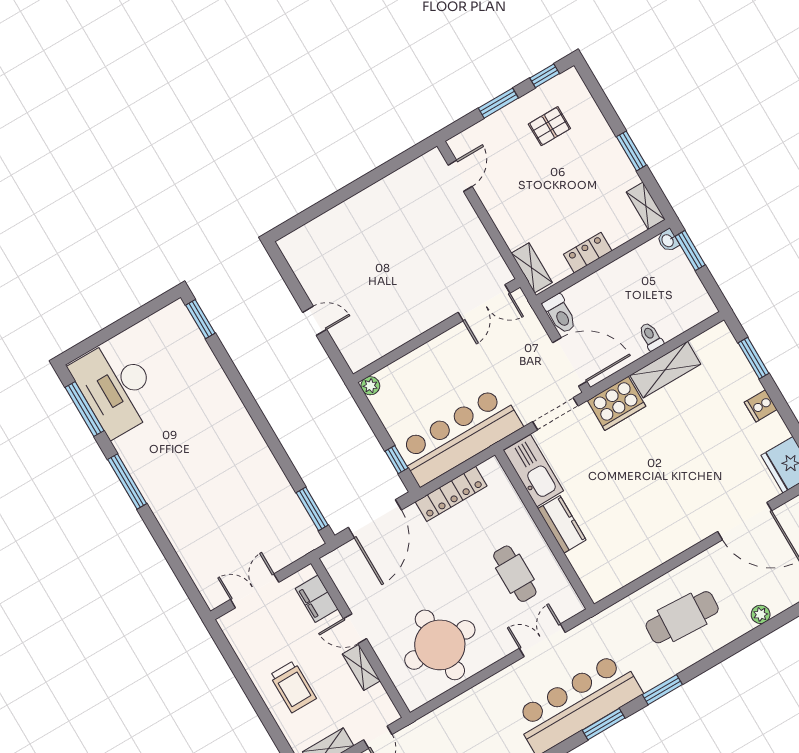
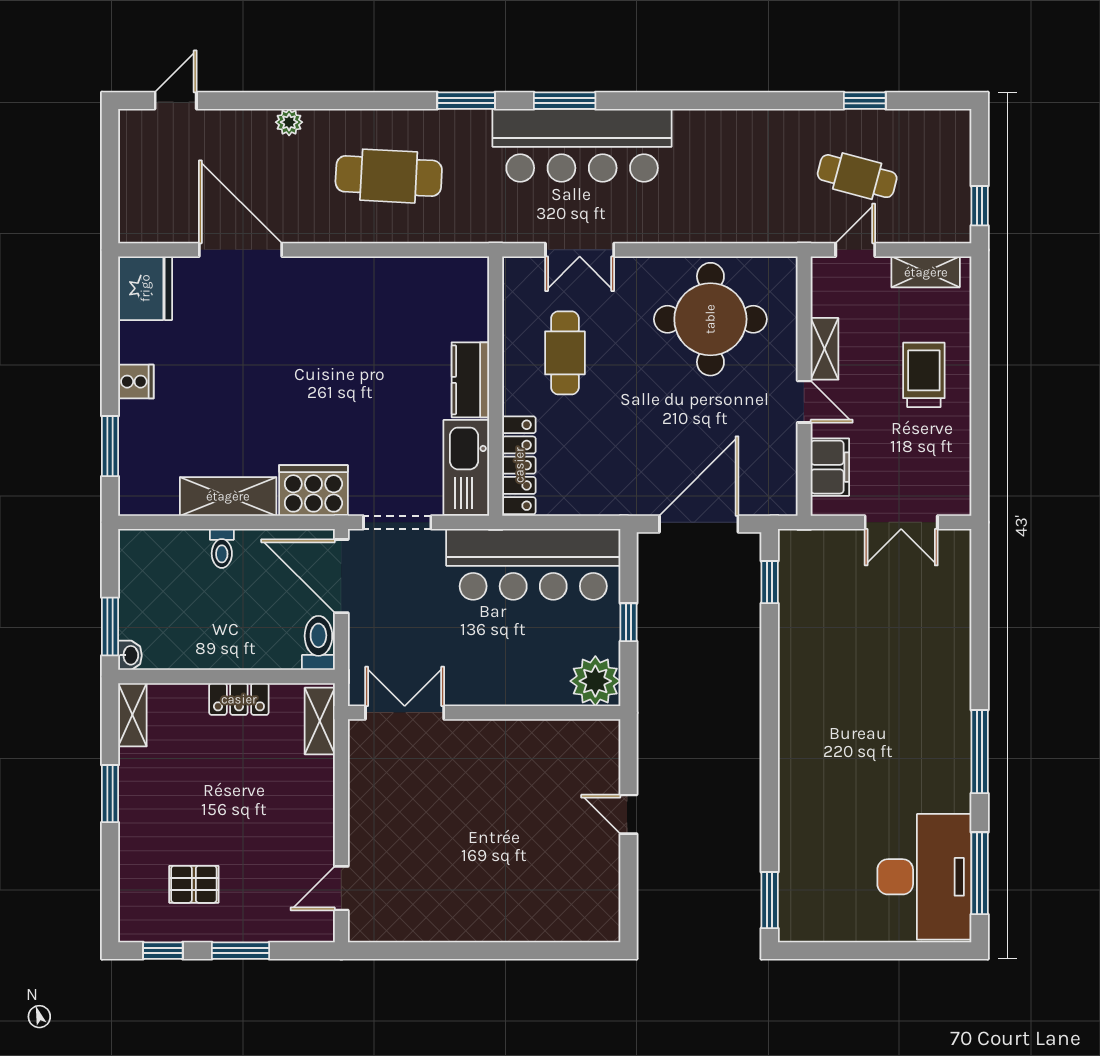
plant: (370, 386) -> (595, 681), width x1.88, depth x1.88
window: (397, 460) -> (629, 622), moved
locker: (451, 494) -> (519, 465), moved, turned 90
window: (312, 509) -> (770, 582), width x0.67

